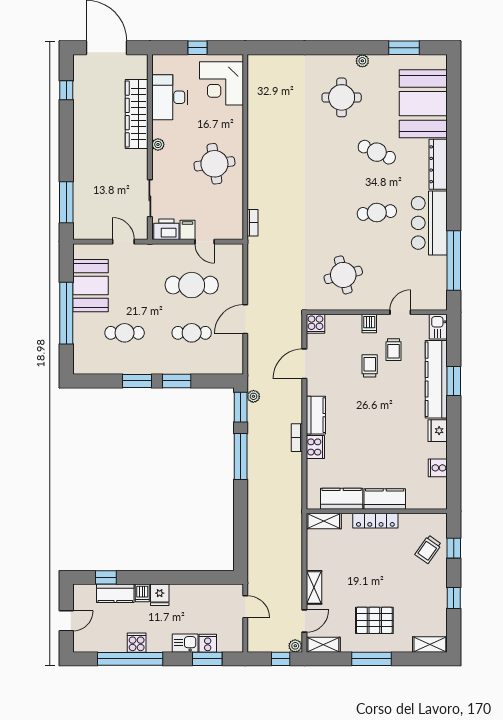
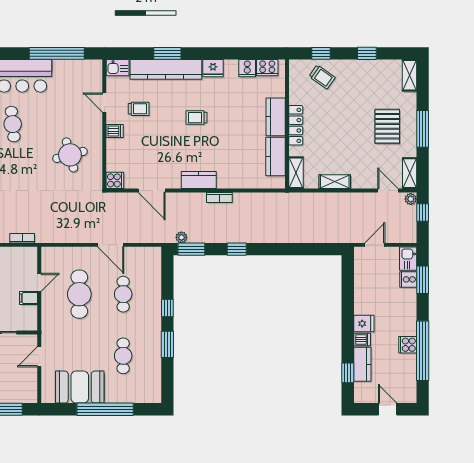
printer: (166, 229) -> (28, 317), removed
trolley: (370, 366) -> (196, 118), moved
window: (177, 381) -> (167, 308), width x0.67
cooker: (315, 447) -> (267, 68), moved, turned 180
window: (241, 457) -> (237, 249), width x0.46
shelving: (314, 587) -> (335, 182), moved
kitchen sink: (185, 643) -> (408, 259), moved

